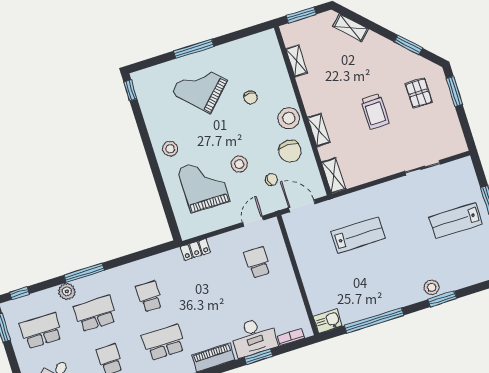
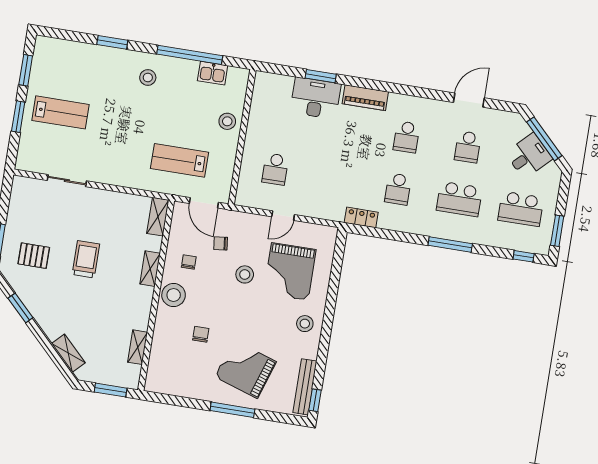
grand piano: (200, 87) -> (246, 369), turned 153
pallet: (419, 93) -> (34, 256), turned 90
bench: (144, 97) -> (305, 387), added
chair: (290, 151) -> (189, 262), width x0.54, depth x0.54
door: (253, 221) -> (283, 216), moved
lab bench: (358, 235) -> (179, 160), moved
locker: (195, 250) -> (361, 217), moved
stool: (316, 282) -> (227, 121), added
stool: (432, 287) -> (148, 78), moved
plant: (67, 291) -> (476, 235), removed
kitchen sink: (328, 321) -> (213, 73), moved
bookcase: (291, 337) -> (279, 80), removed
school desk: (164, 342) -> (406, 137), width x0.54

